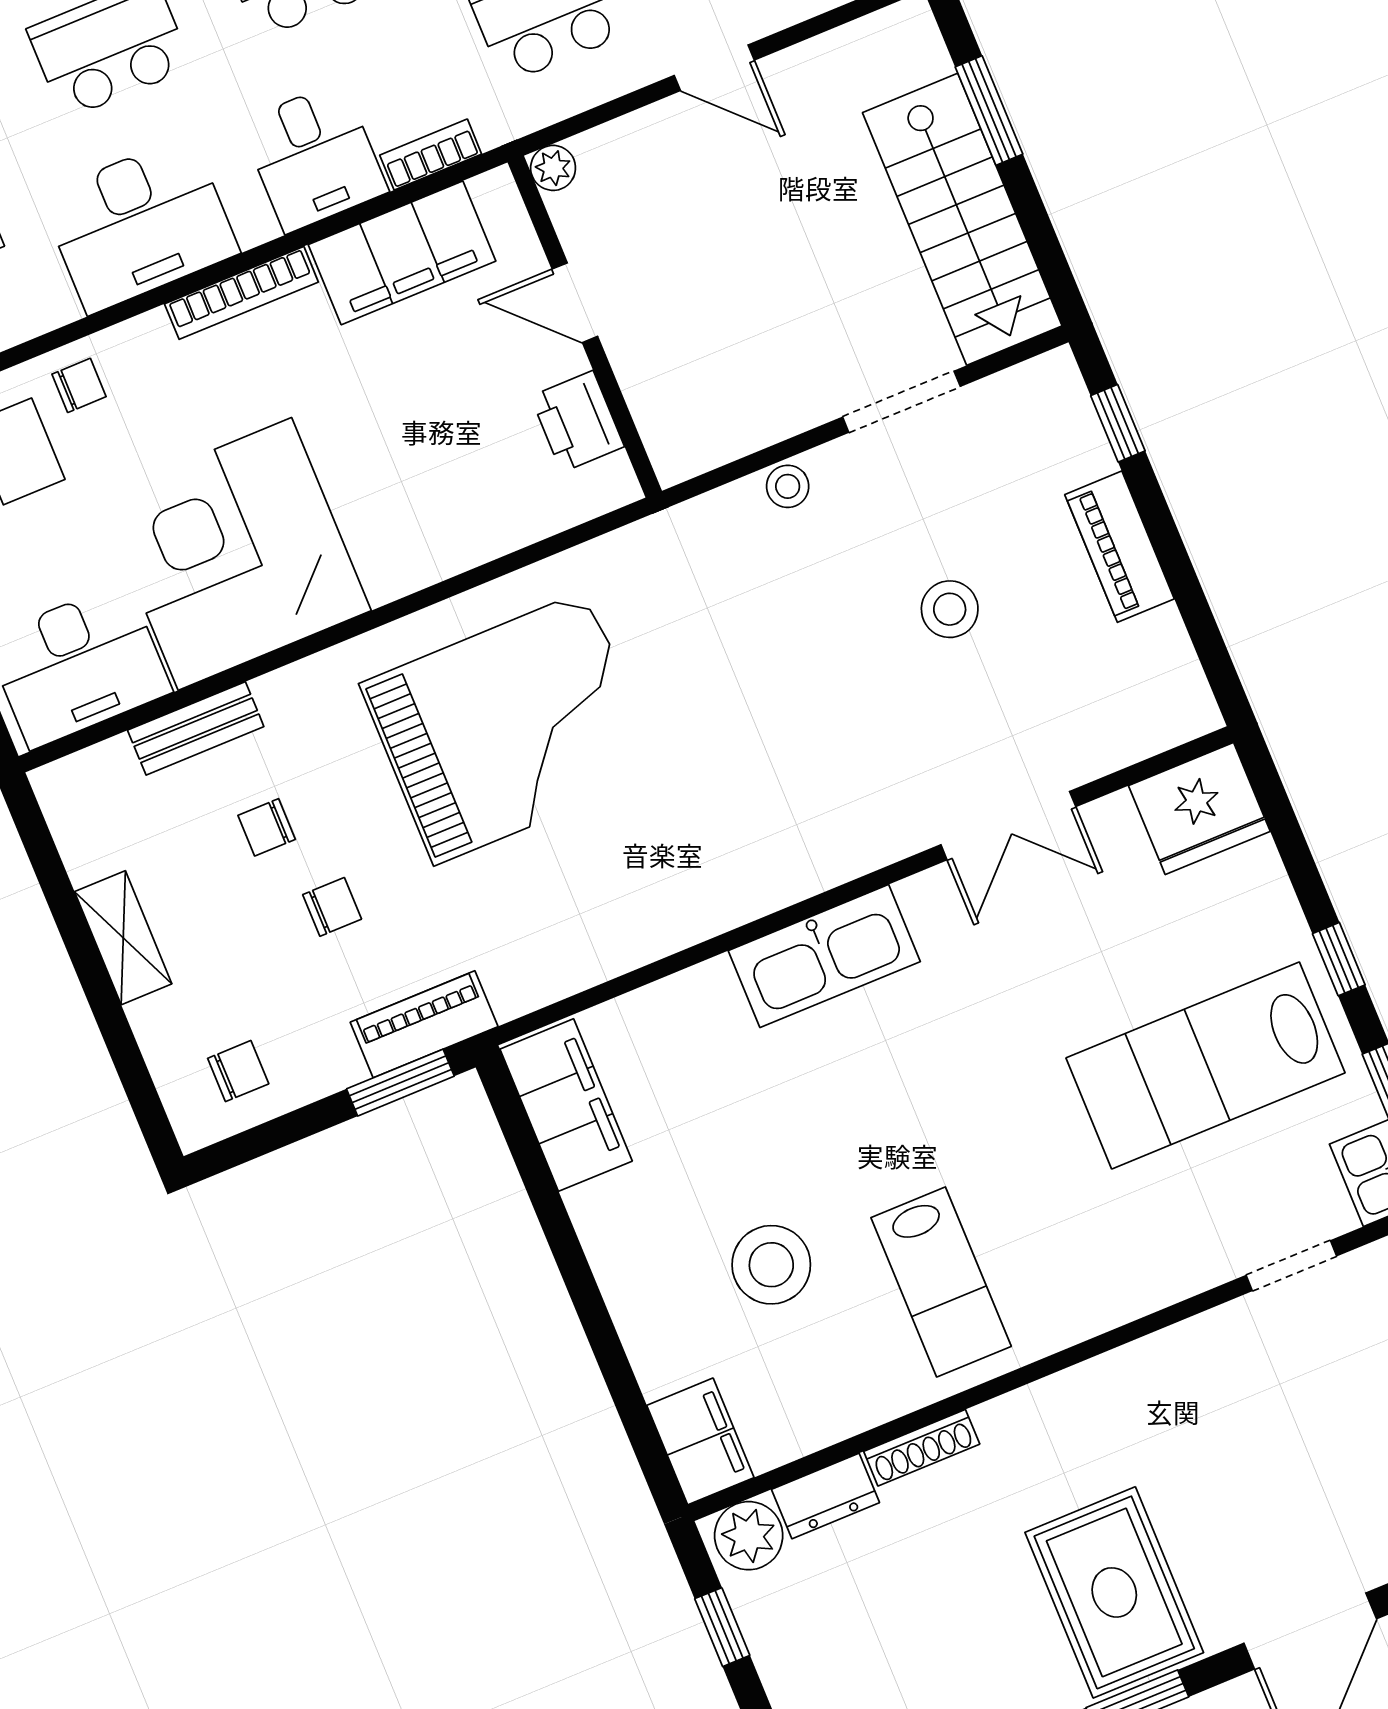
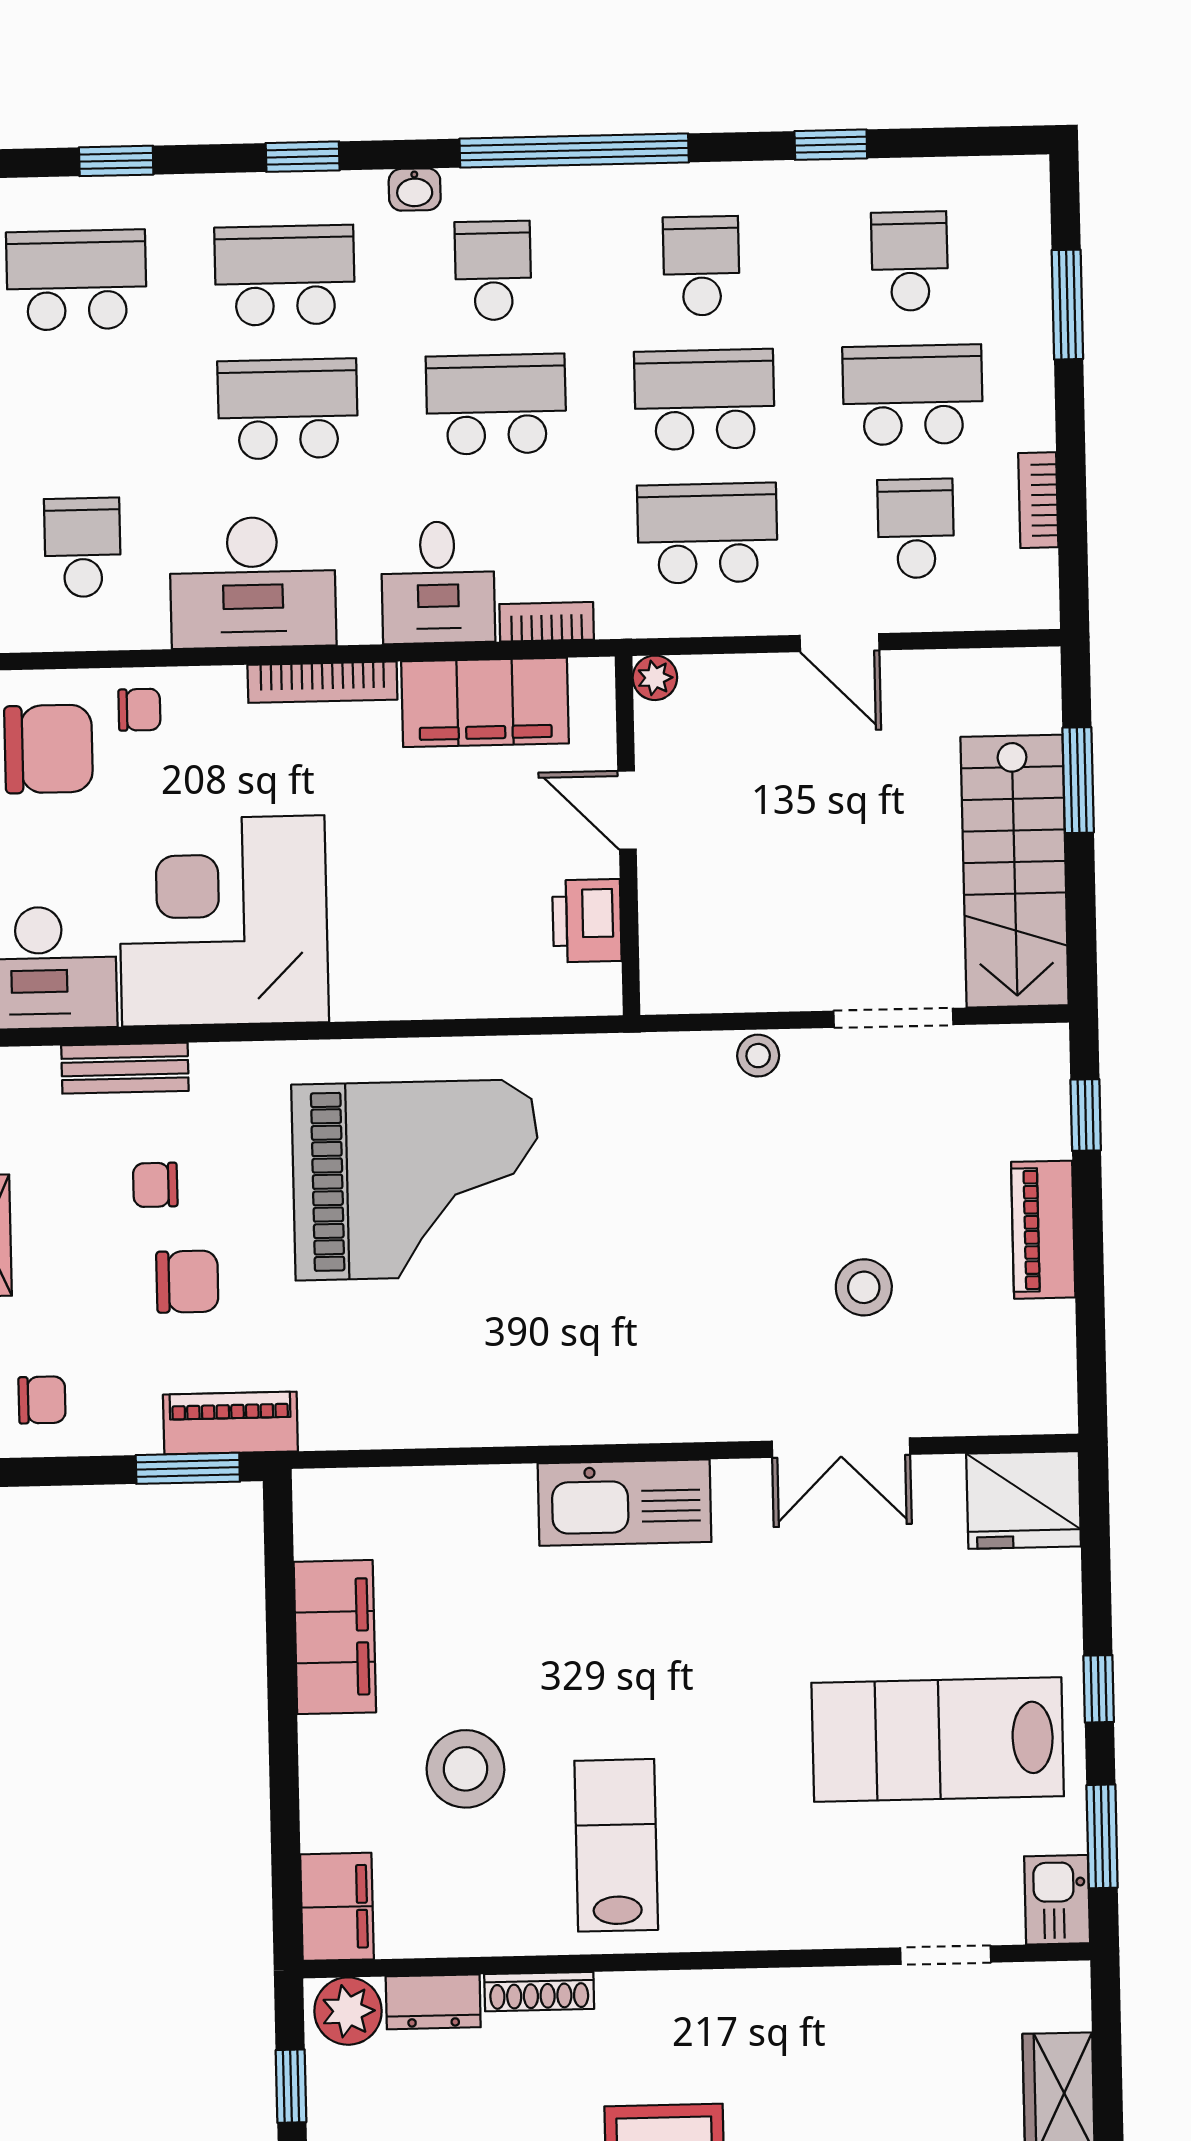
stool: (950, 609) -> (864, 1287), moved
chair: (332, 907) -> (187, 1282), width x1.37, depth x1.37
filing cabinet: (566, 1105) -> (335, 1637), moved
lab bench: (941, 1282) -> (616, 1845), turned 180

